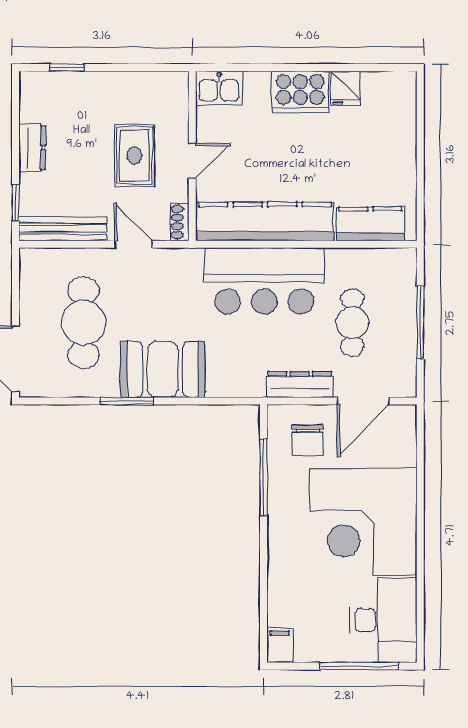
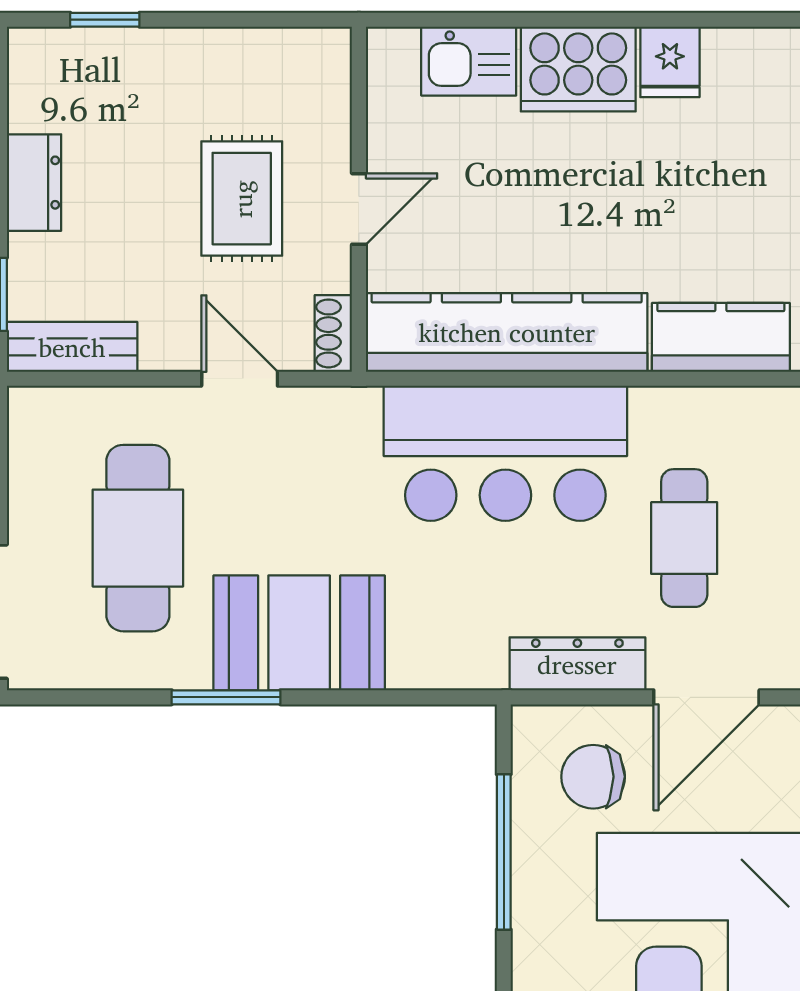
kitchen sink: (219, 88) -> (469, 61), moved
bench: (63, 229) -> (72, 347), width x0.73
chair: (307, 440) -> (593, 777), turned 90

